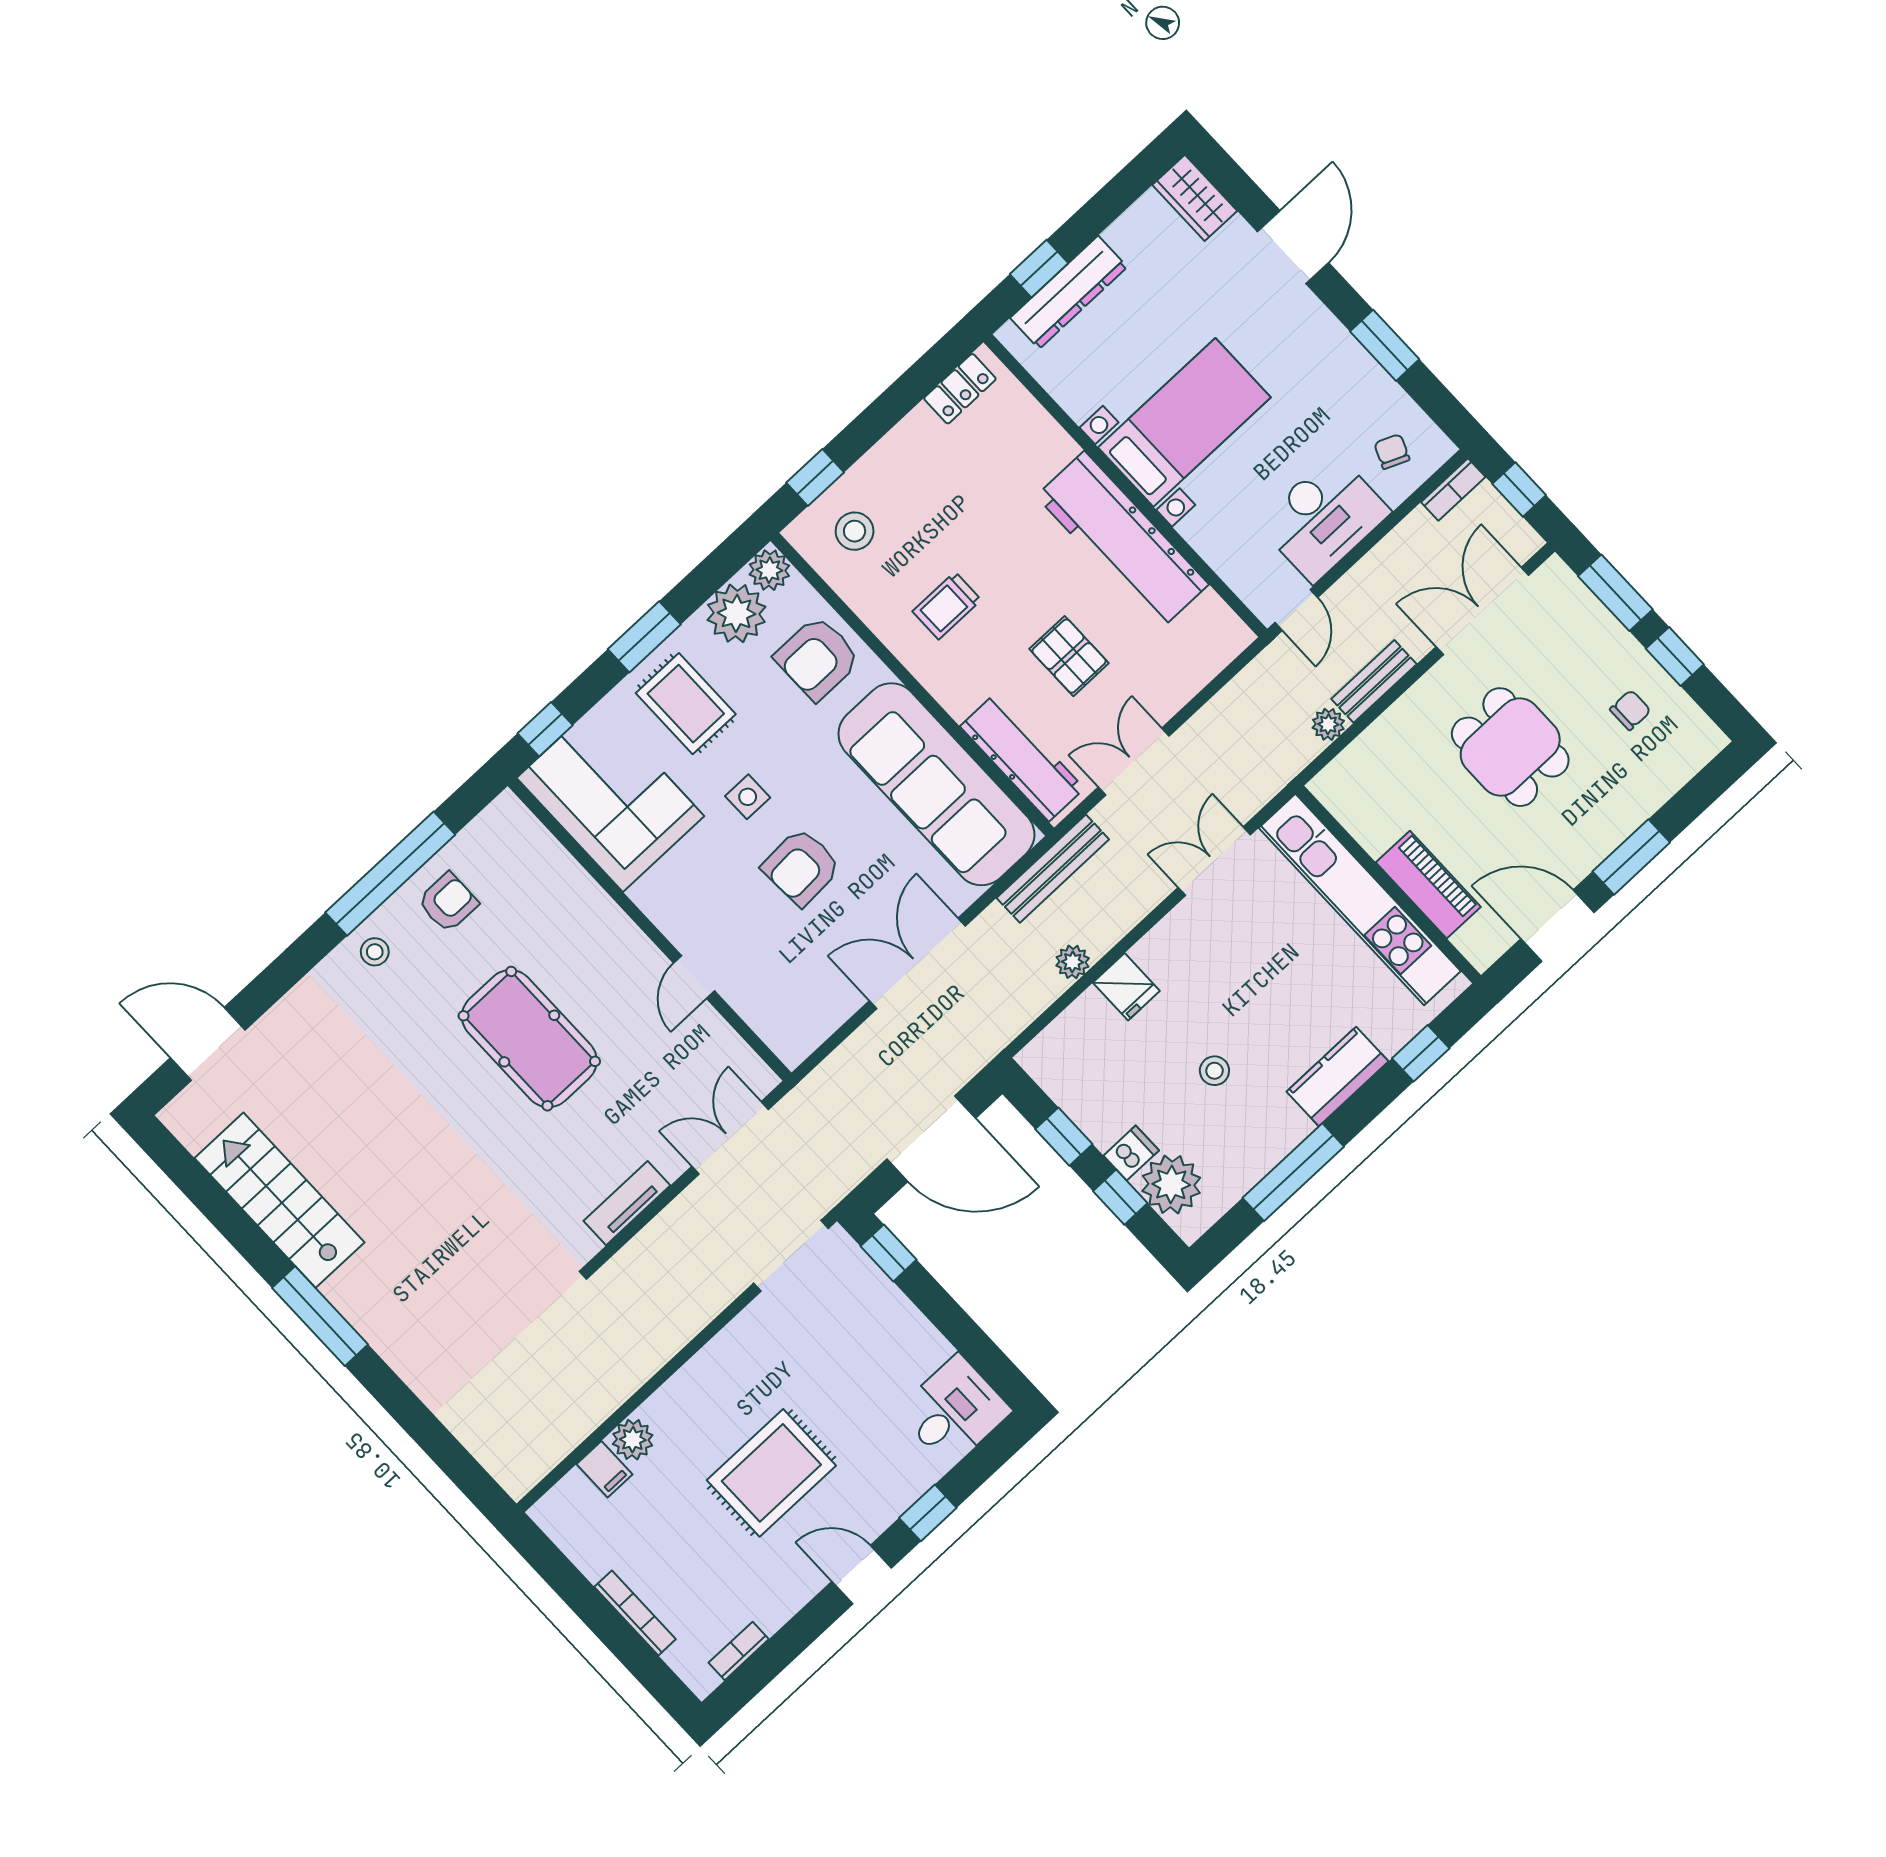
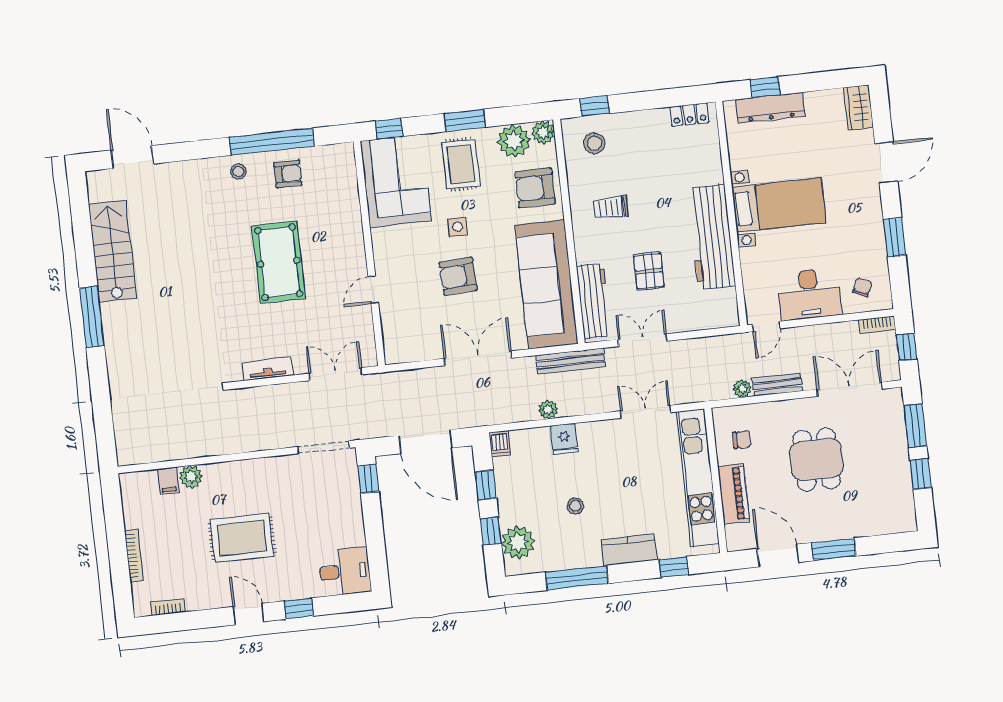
chair: (1630, 710) -> (742, 440), moved
dishwasher: (1131, 1153) -> (500, 444), moved, turned 90

